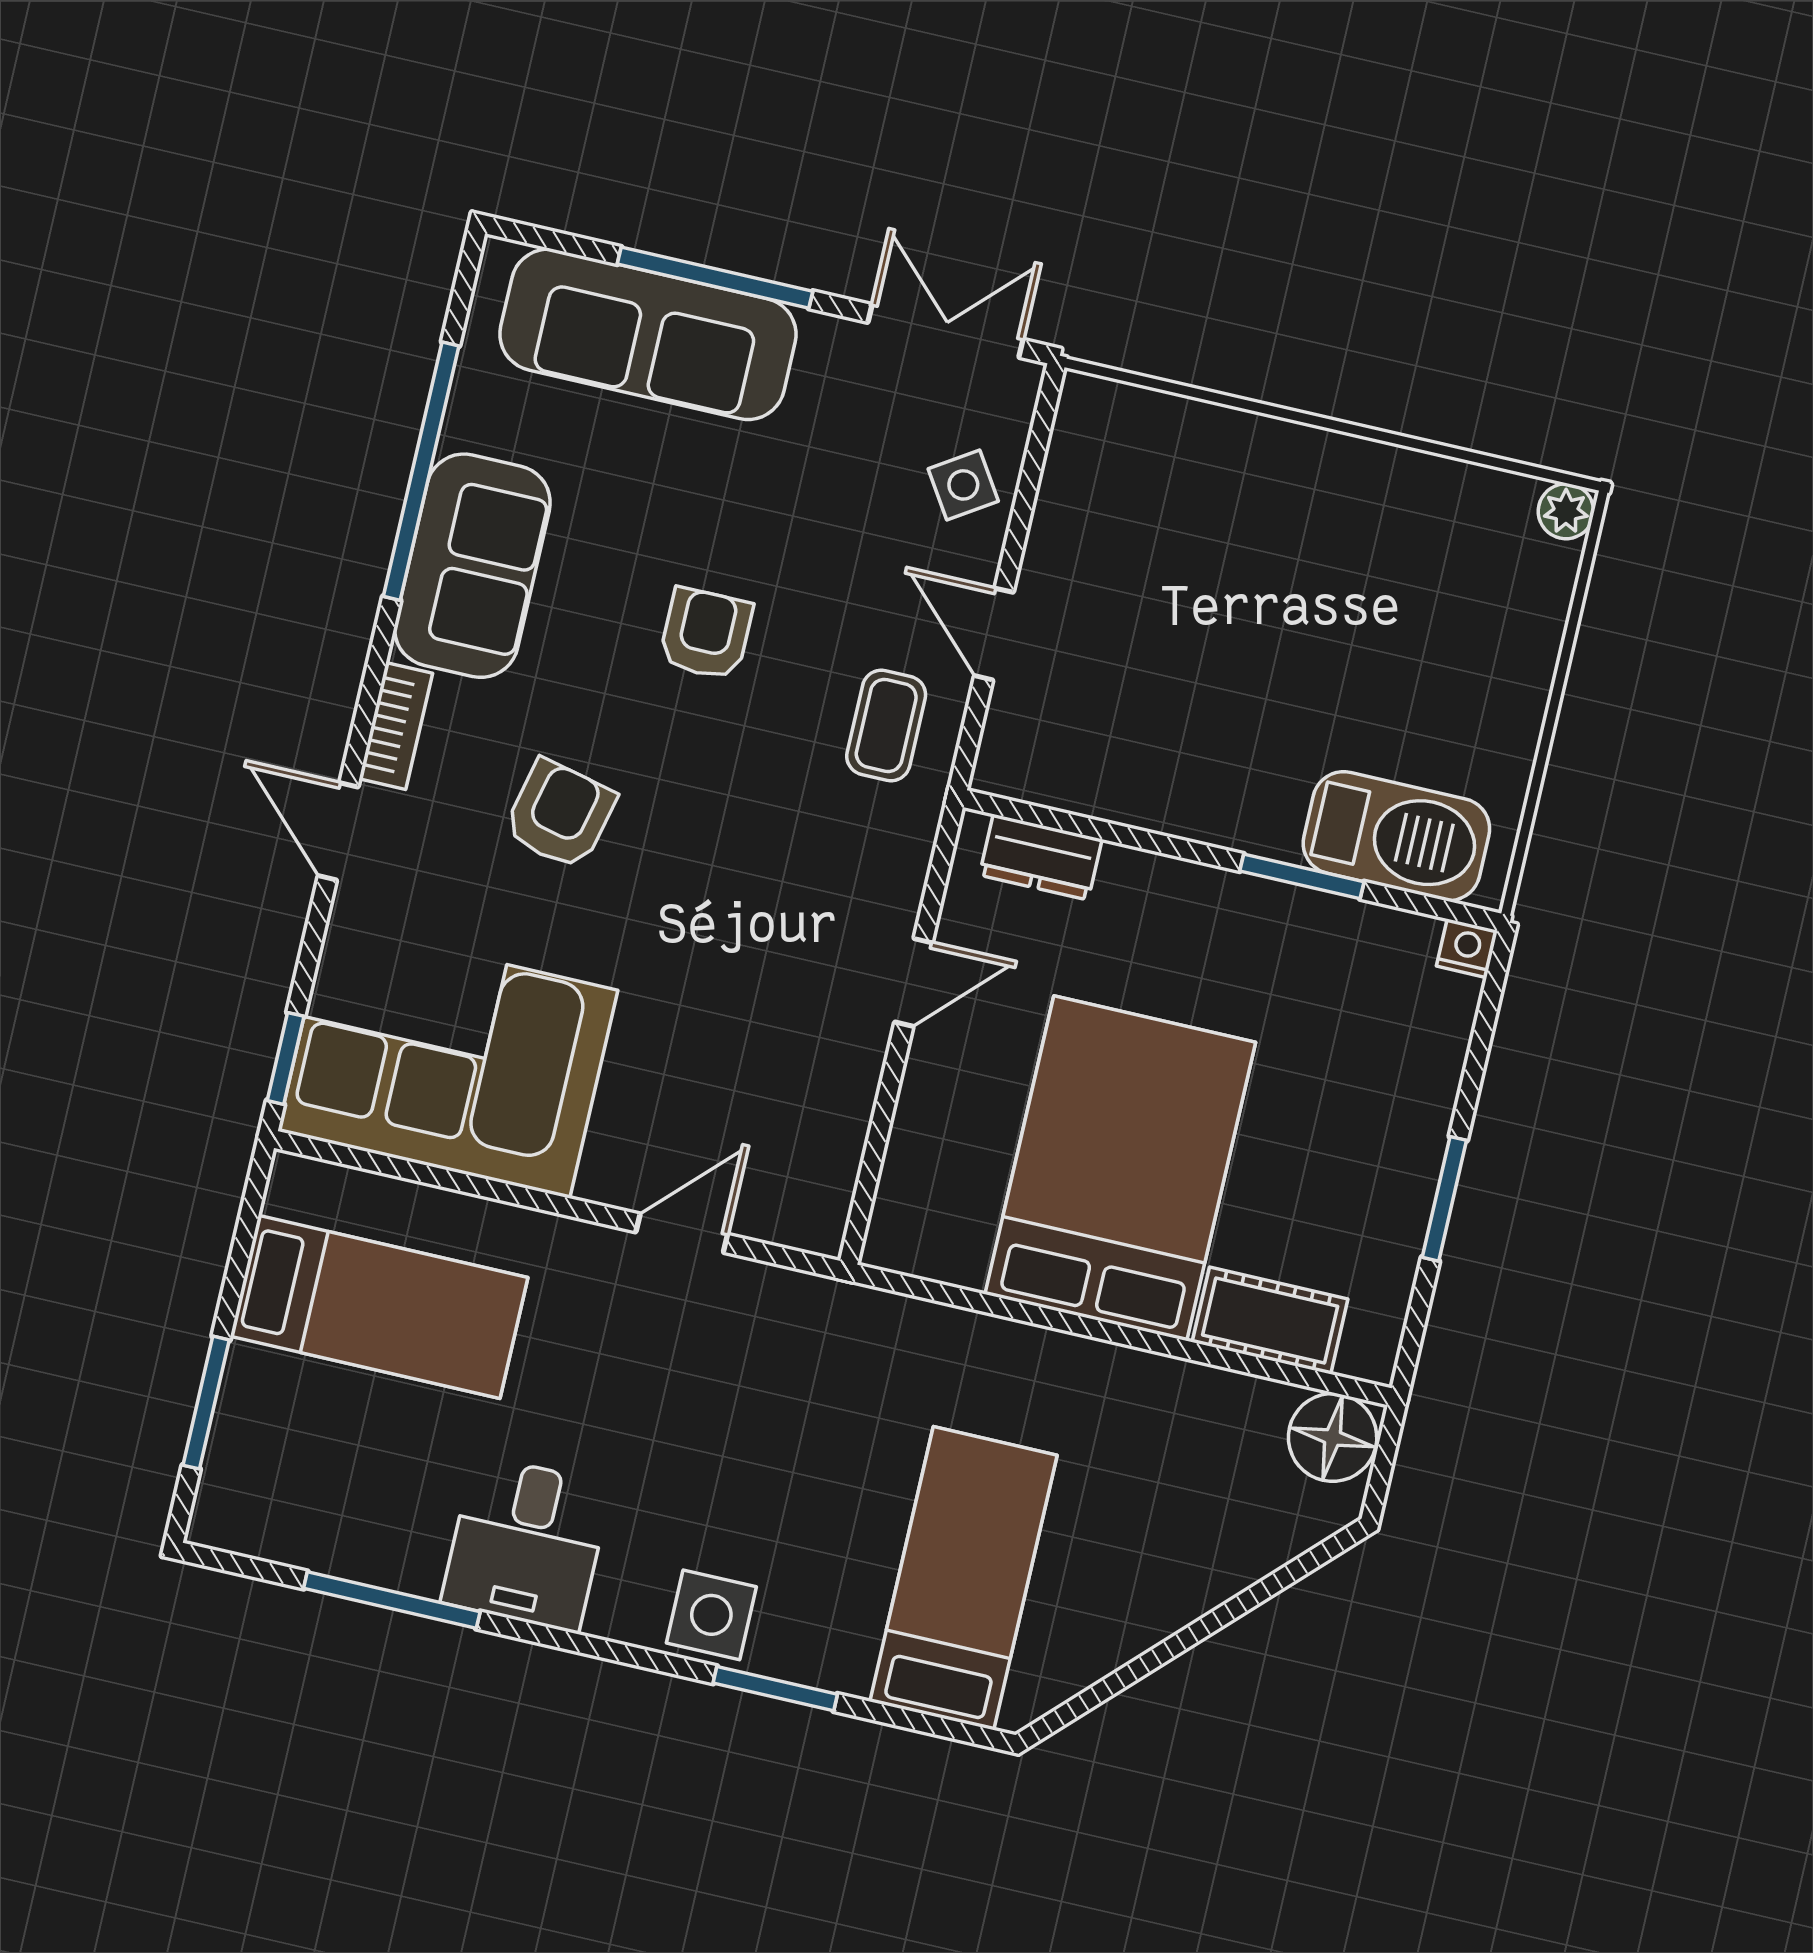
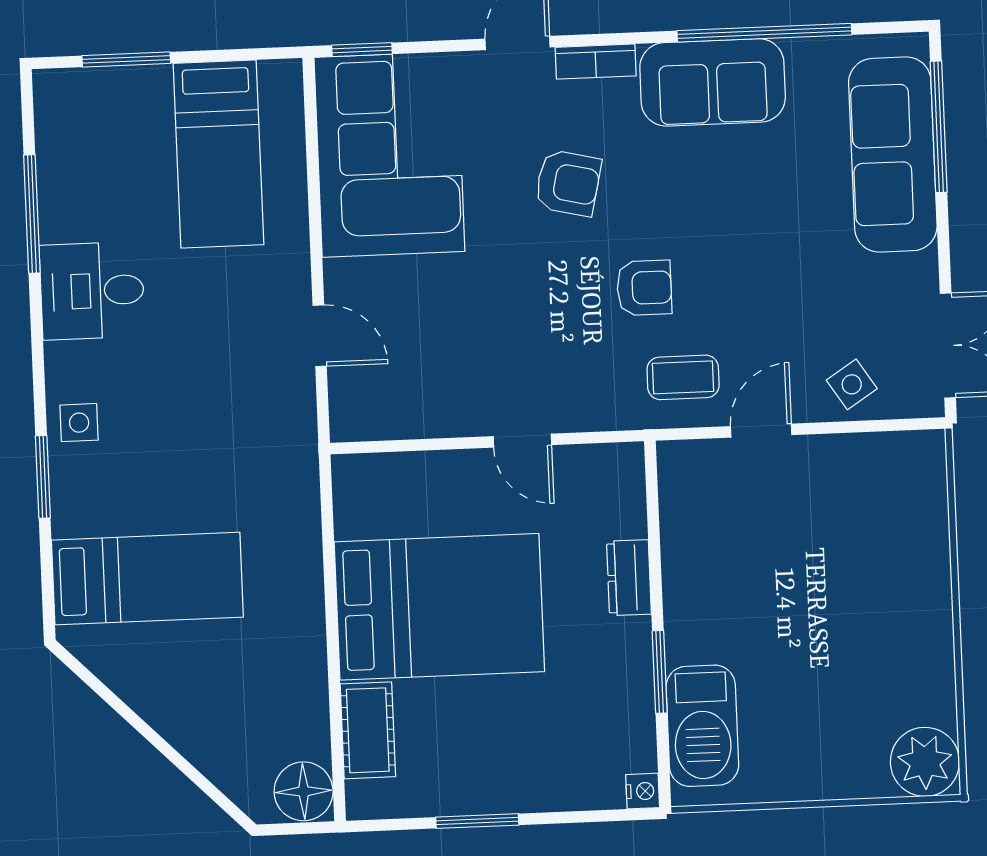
window: (715, 278) -> (939, 127), moved
plant: (1566, 511) -> (925, 762), width x1.88, depth x1.88
armchair: (706, 634) -> (644, 288), moved
dresser: (1041, 857) -> (629, 578), moved
side table: (711, 1615) -> (79, 423), width x0.73, depth x0.73

